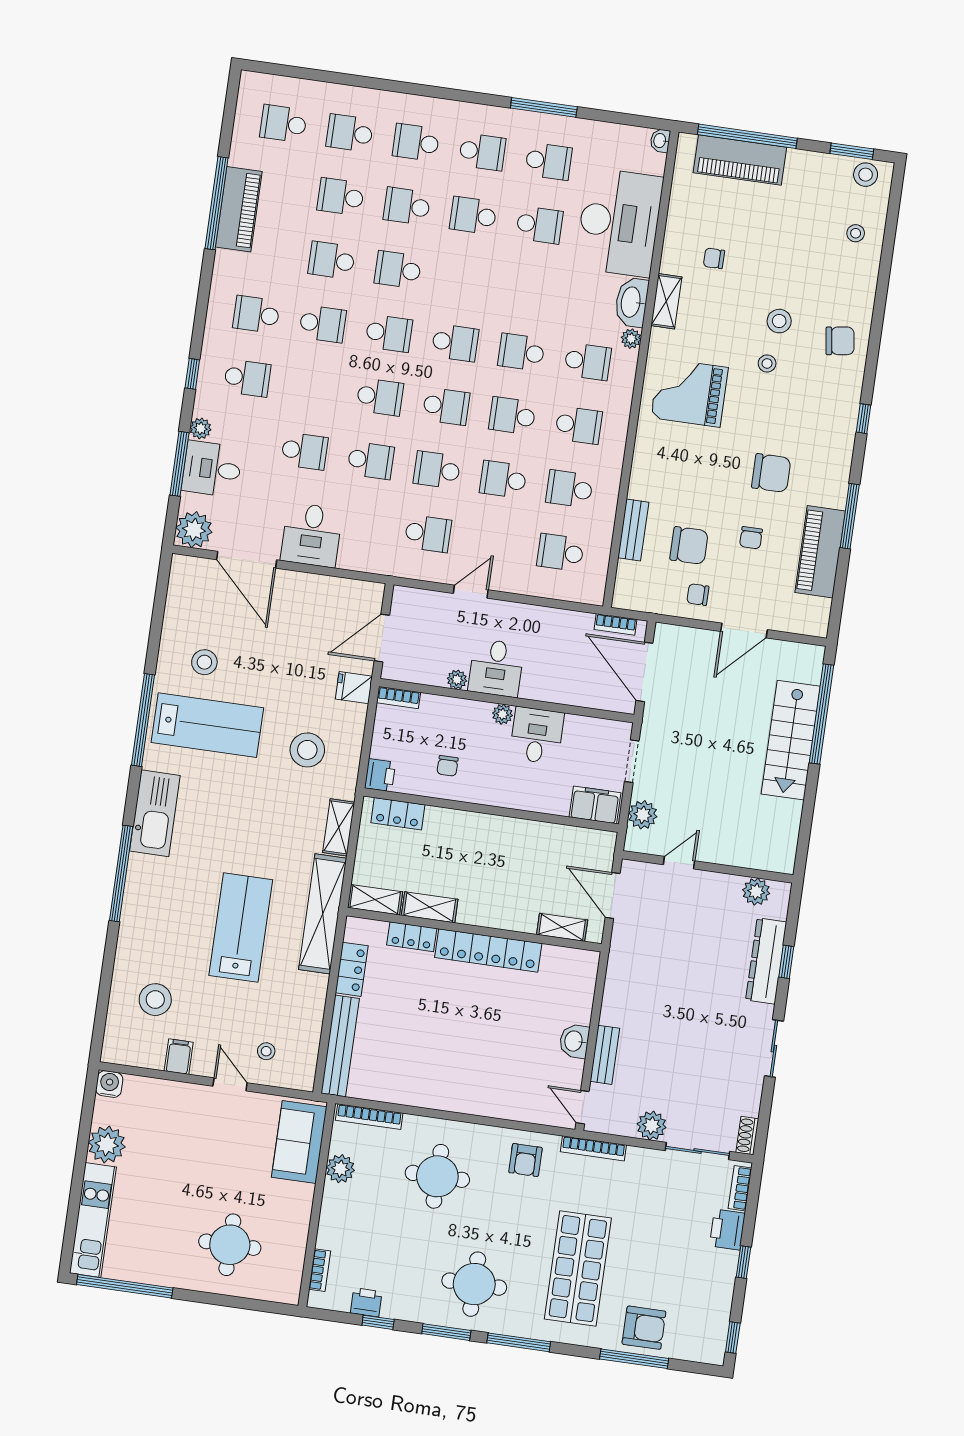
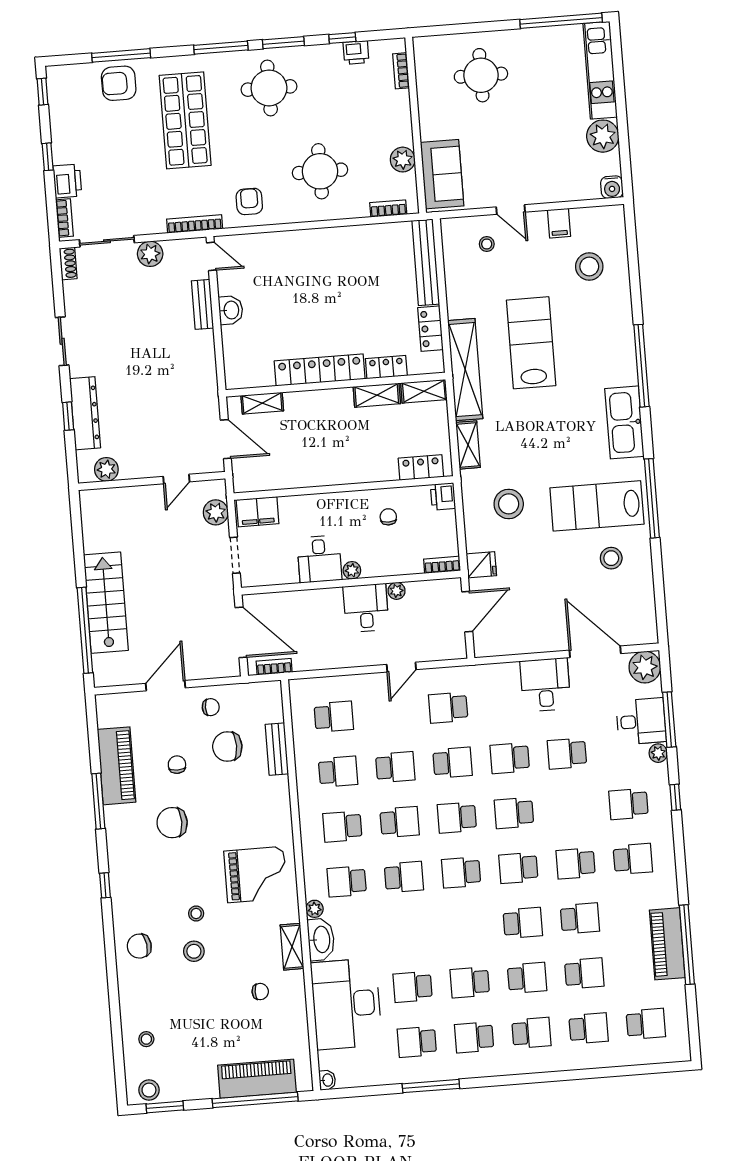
school desk: (473, 215) -> (470, 982), turned 180
lab bench: (241, 928) -> (531, 343), turned 180
bookcase: (369, 1117) -> (388, 209), width x0.64

